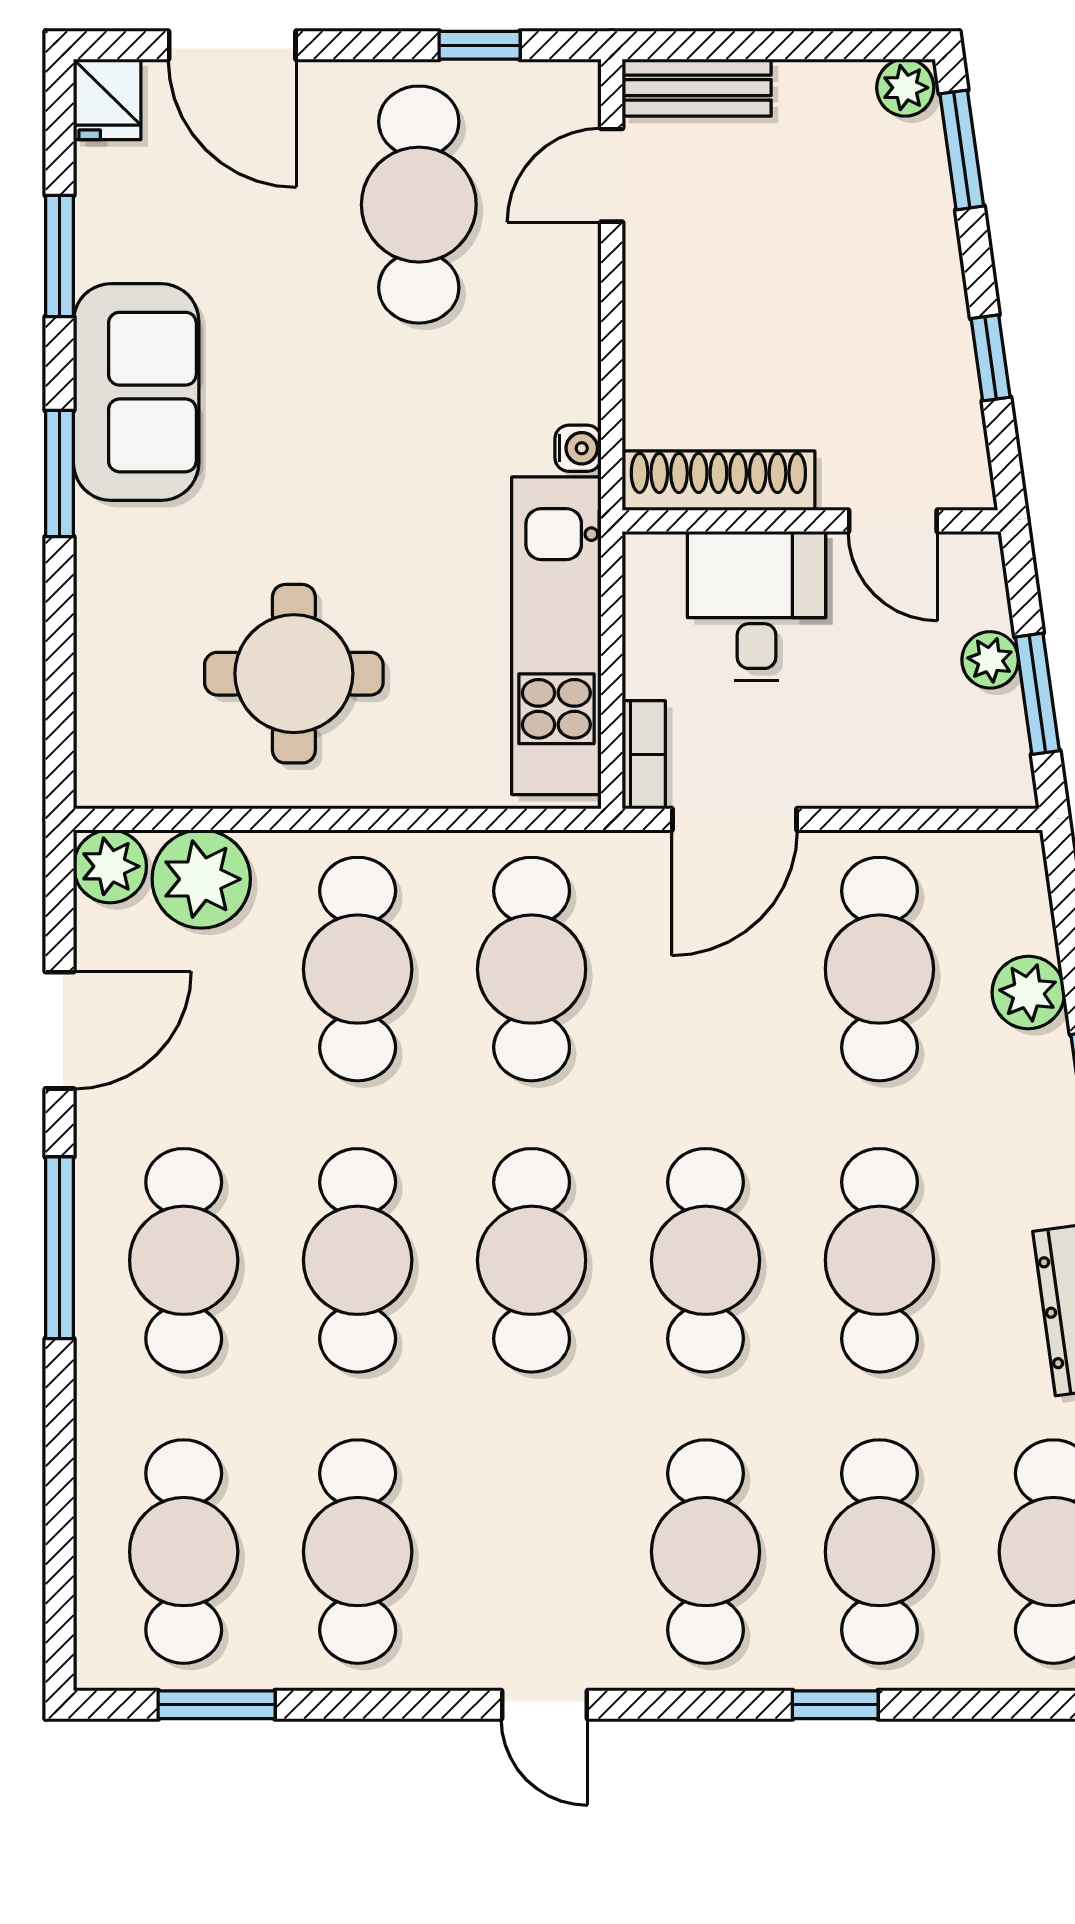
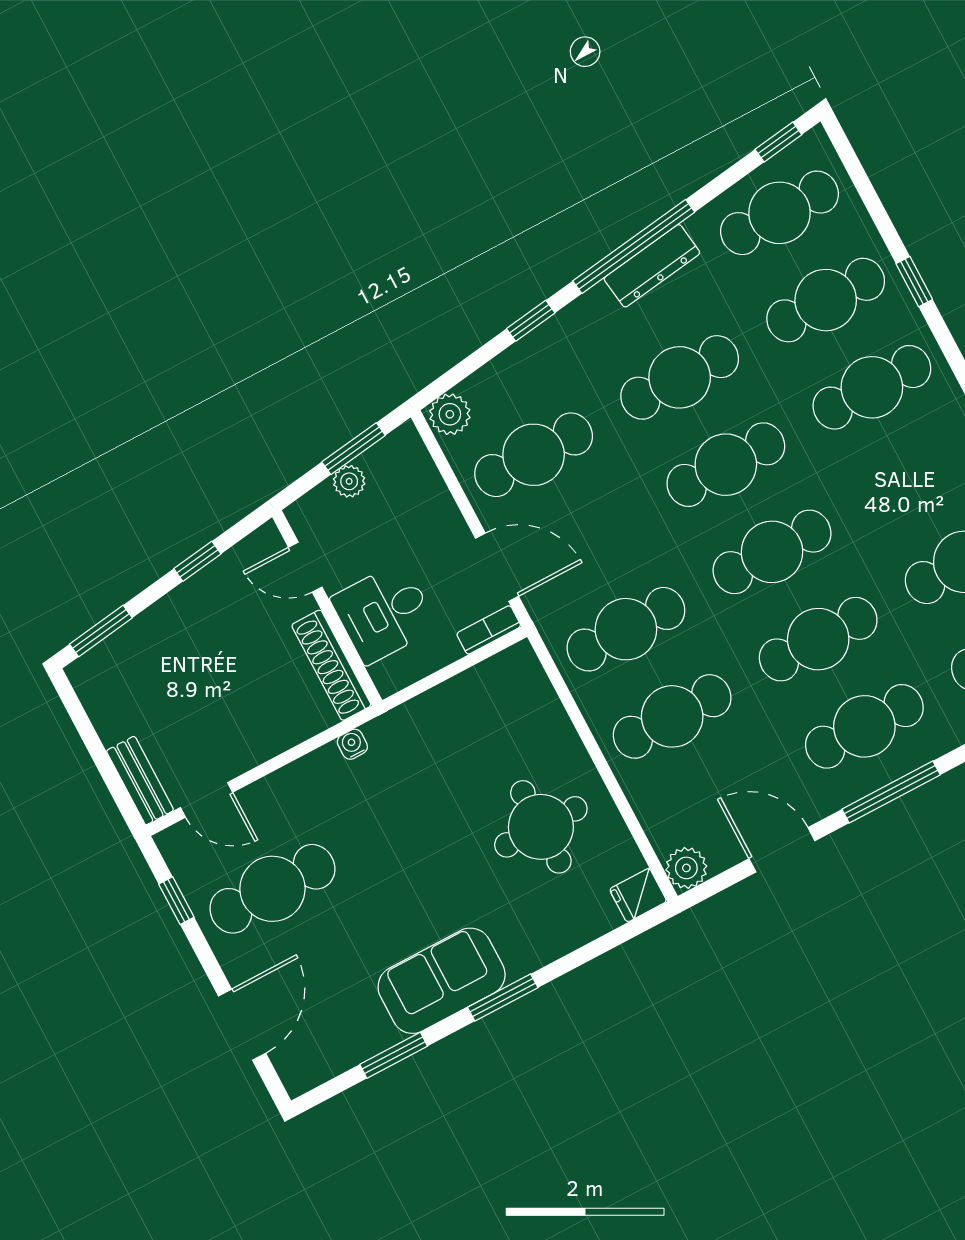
plant: (905, 88) -> (85, 676), removed
fridge: (107, 99) -> (638, 895), moved, turned 180
door: (893, 521) -> (305, 567), swing flipped
kitchen unit: (556, 636) -> (452, 705), removed
plant: (201, 879) -> (668, 819), removed
plant: (1028, 993) -> (450, 414), moved

